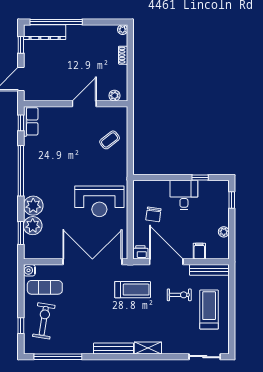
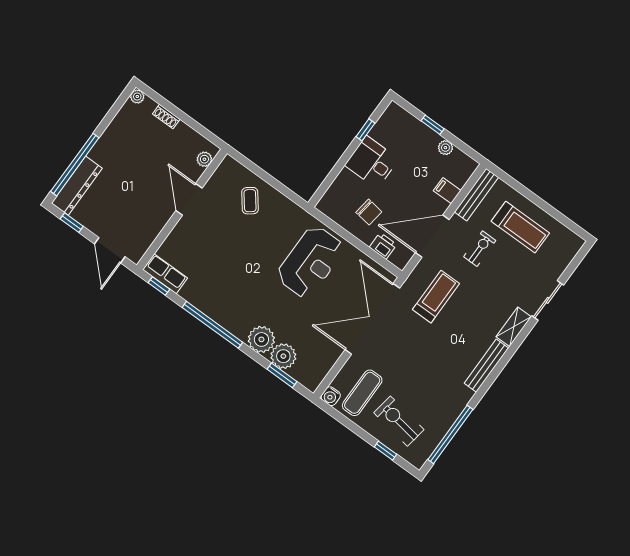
window: (232, 200) -> (433, 125), moved
printer: (140, 252) -> (383, 246), moved, turned 90
treadmill: (209, 310) -> (520, 227), turned 180
sliding door: (205, 357) -> (548, 300), moved

